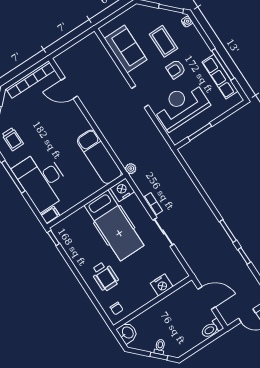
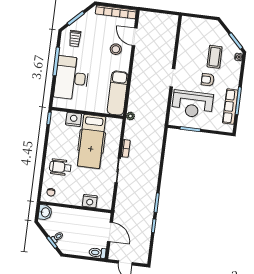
sofa: (126, 49) -> (188, 42), removed
reception desk: (181, 106) -> (192, 104), turned 180
stool: (61, 116) -> (116, 49), added
nightstand: (122, 190) -> (74, 119), moved
filing cabinet: (50, 215) -> (59, 103), removed
wheelchair: (105, 276) -> (60, 167), turned 90

